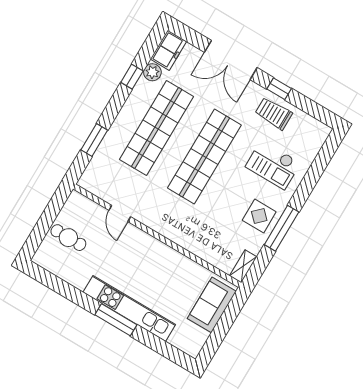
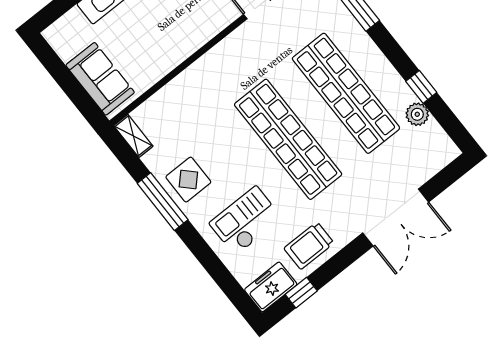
freezer: (168, 50) -> (271, 287), moved, turned 90
double door: (231, 60) -> (396, 218), swing flipped
window: (279, 89) -> (301, 293), moved
trolley: (274, 113) -> (309, 246), turned 180

